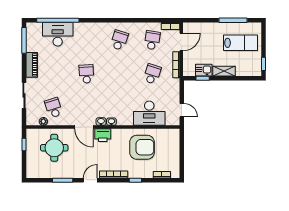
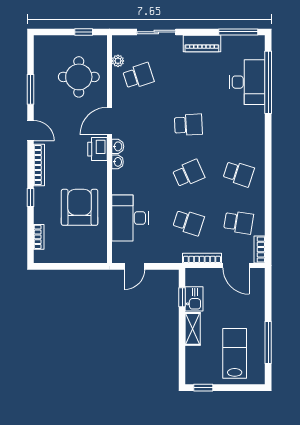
lab bench: (240, 43) -> (235, 353), turned 180
school desk: (119, 74) -> (188, 174), added
armchair: (142, 147) -> (80, 207), turned 180

